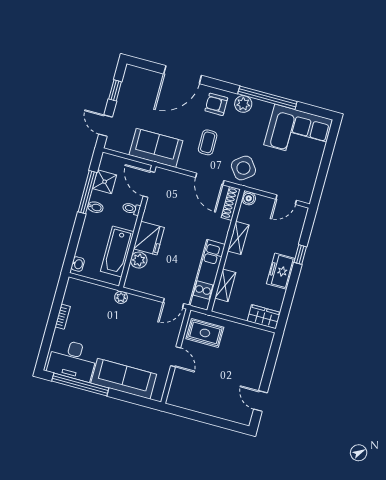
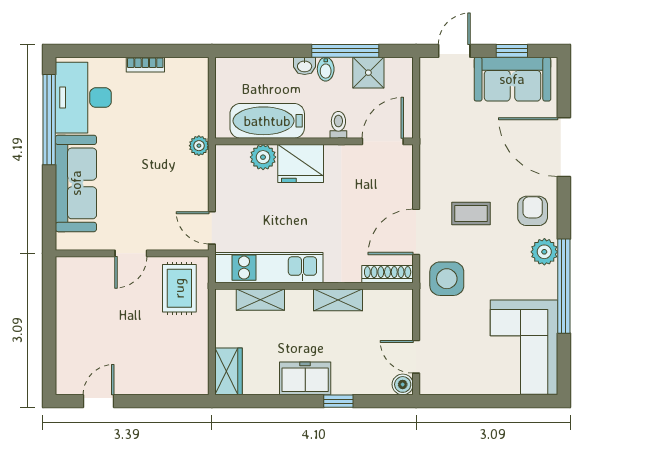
sofa: (156, 148) -> (512, 79), moved, turned 90
side table: (243, 168) -> (447, 279), turned 37
boiler: (249, 198) -> (403, 384), moved
washbasin: (78, 264) -> (305, 66), moved

